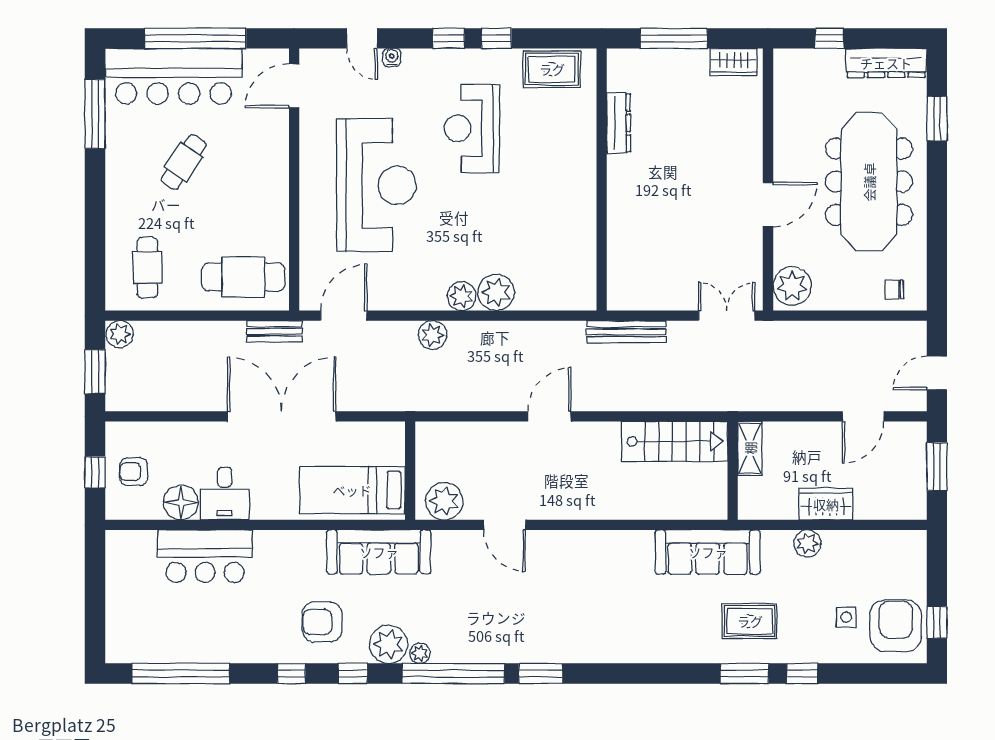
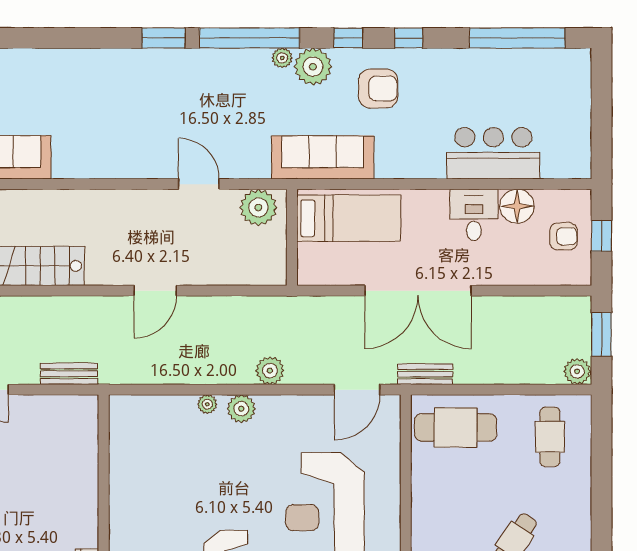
plant: (496, 292) -> (207, 404), width x0.53, depth x0.53
bench: (626, 332) -> (69, 374), width x0.73

